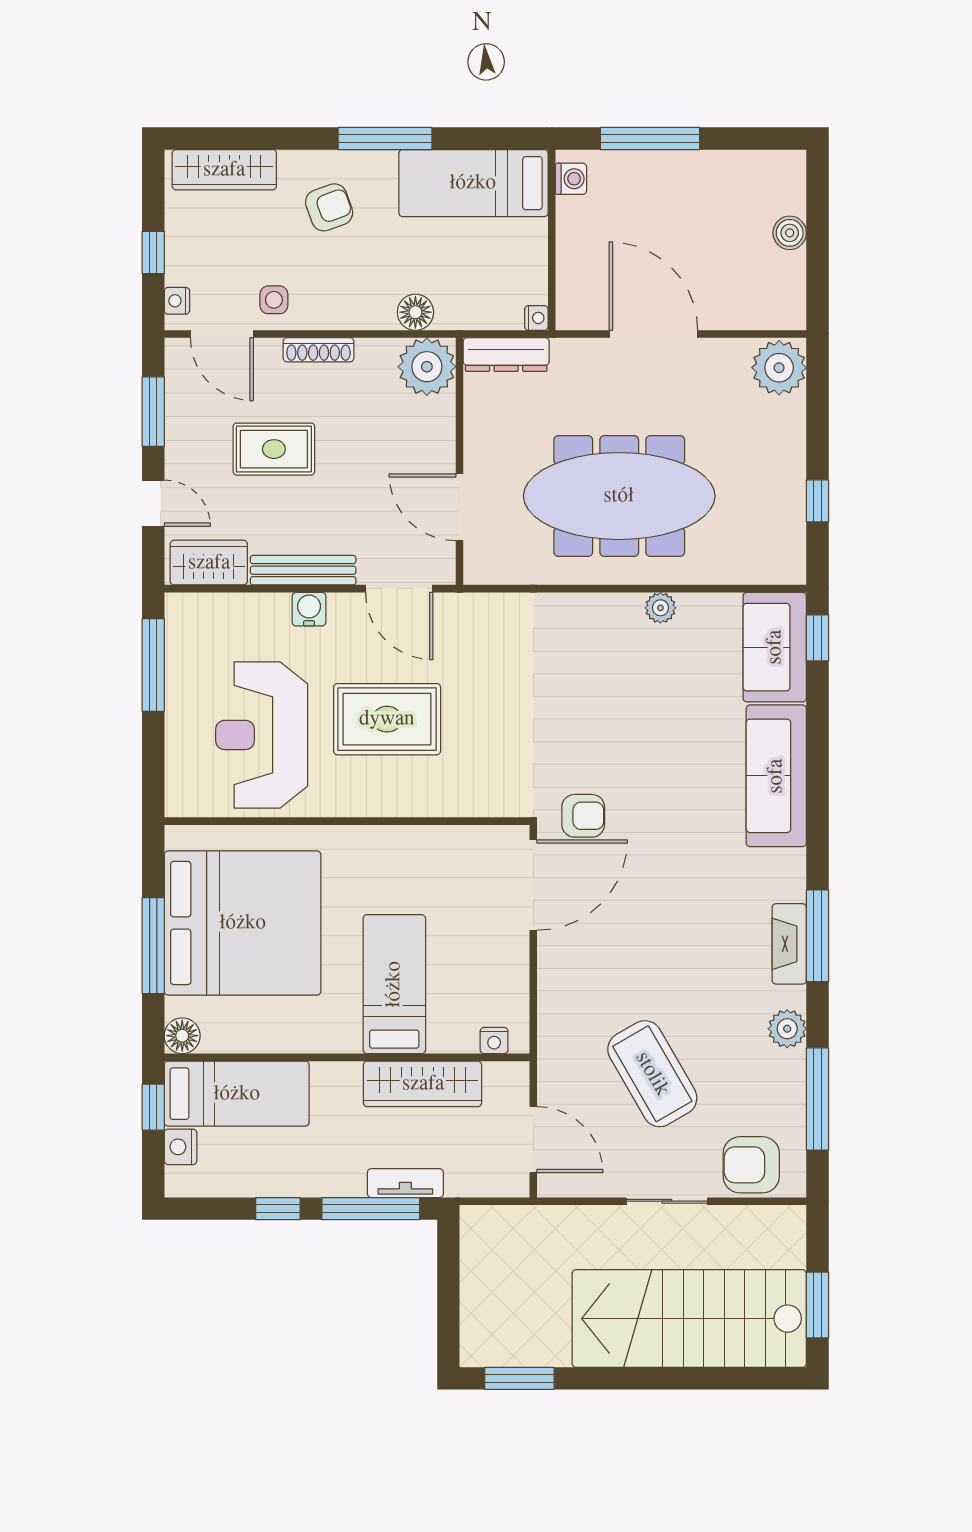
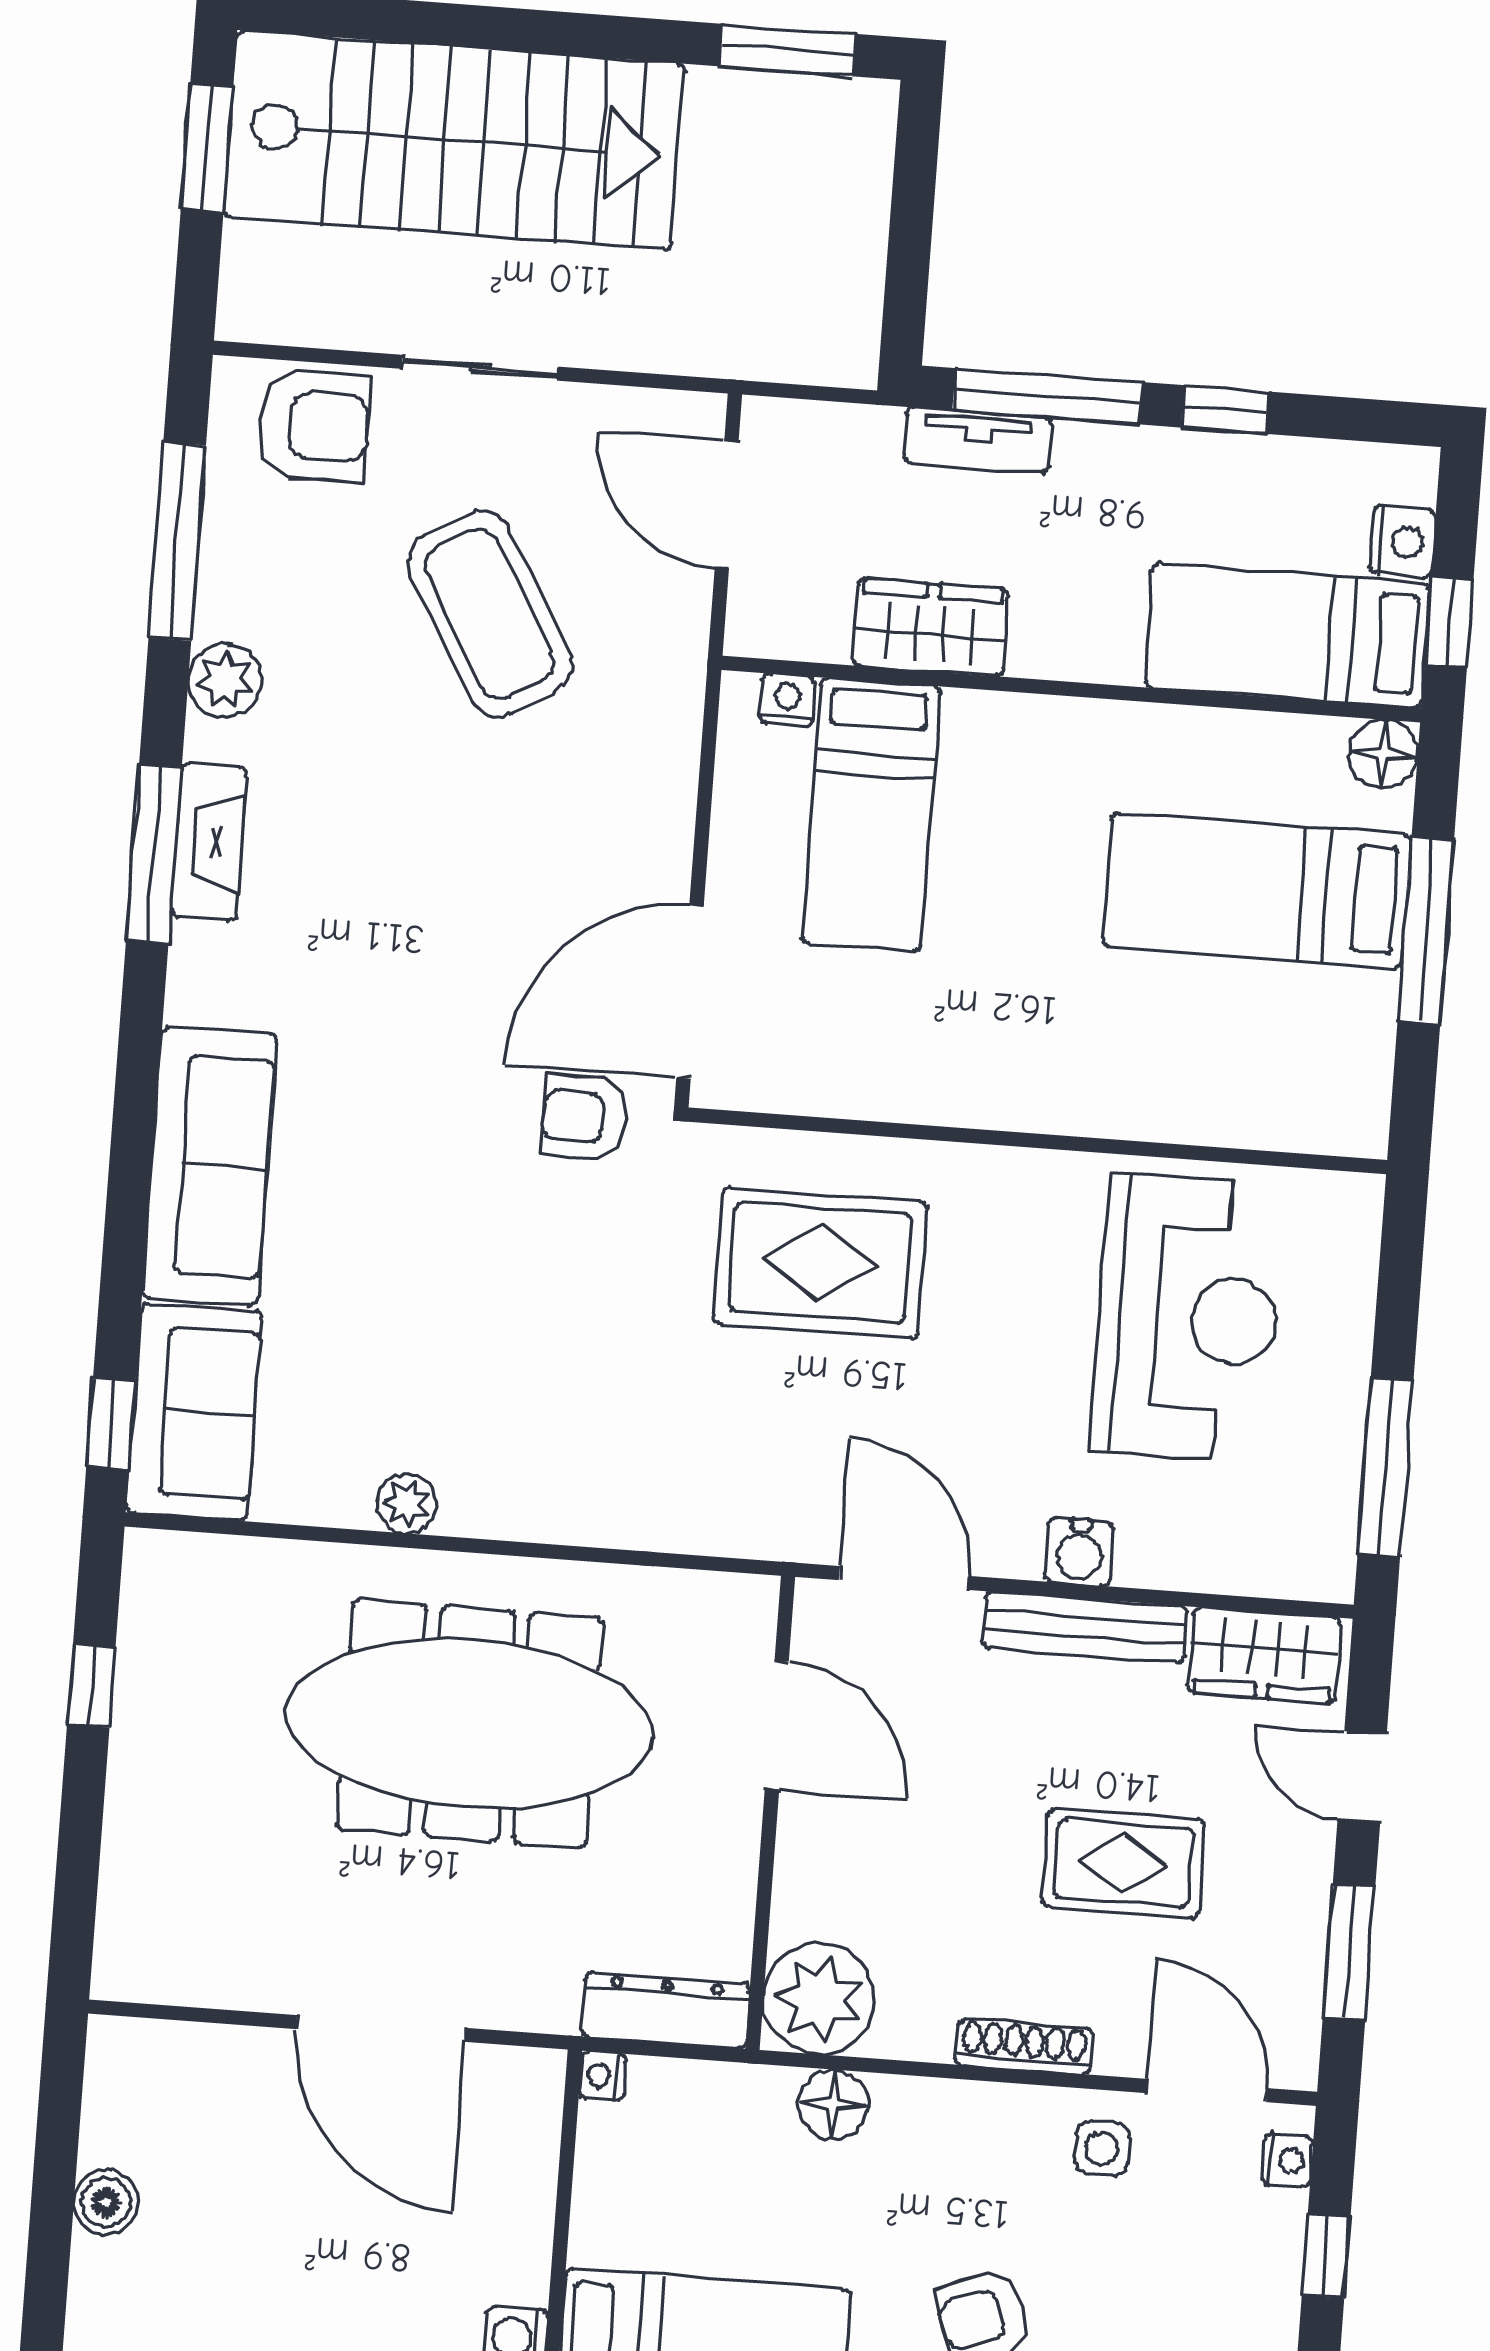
plant: (779, 368) -> (146, 1946), removed
rug: (387, 719) -> (820, 1263), moved
bed: (243, 923) -> (1257, 891), width x0.49
bed: (394, 984) -> (871, 815), moved
wardrobe: (423, 1084) -> (931, 627), width x0.67

